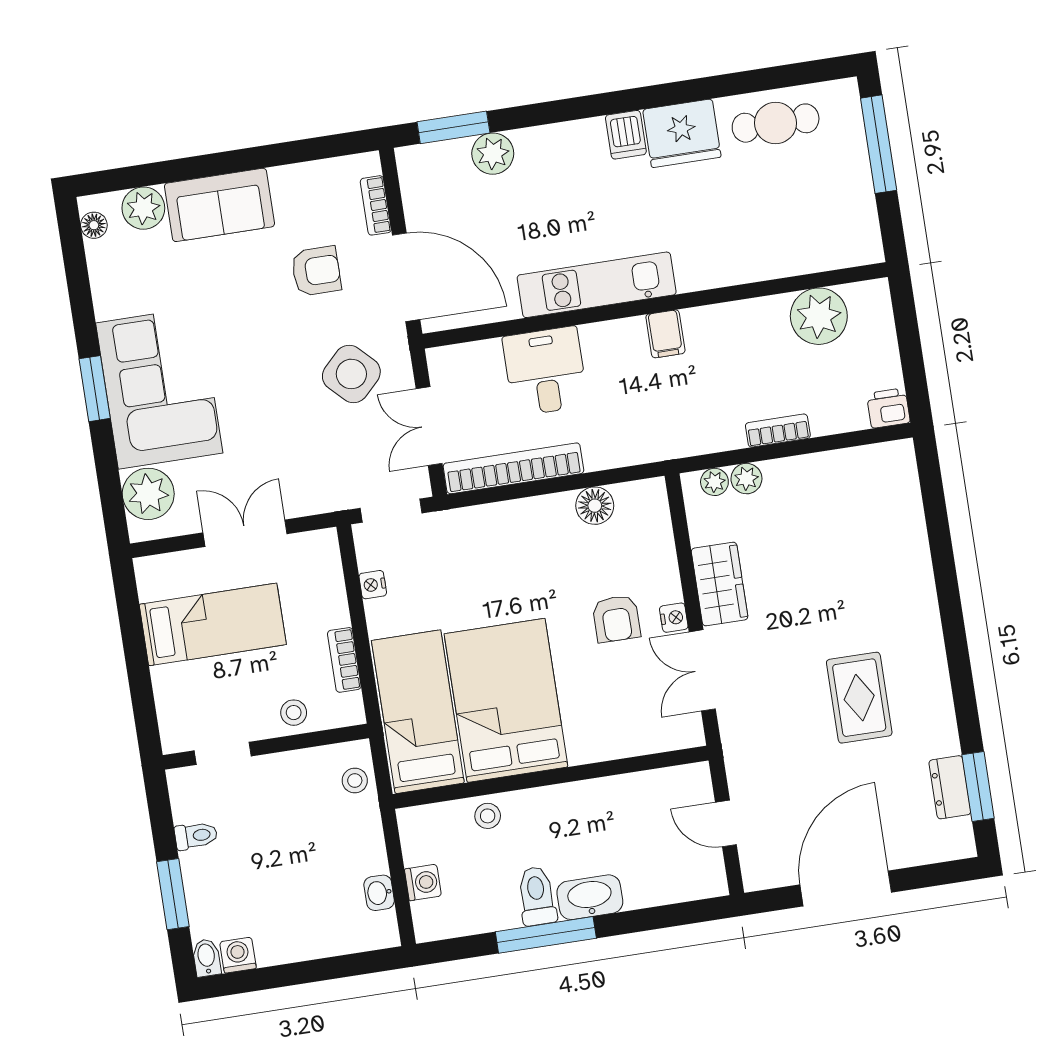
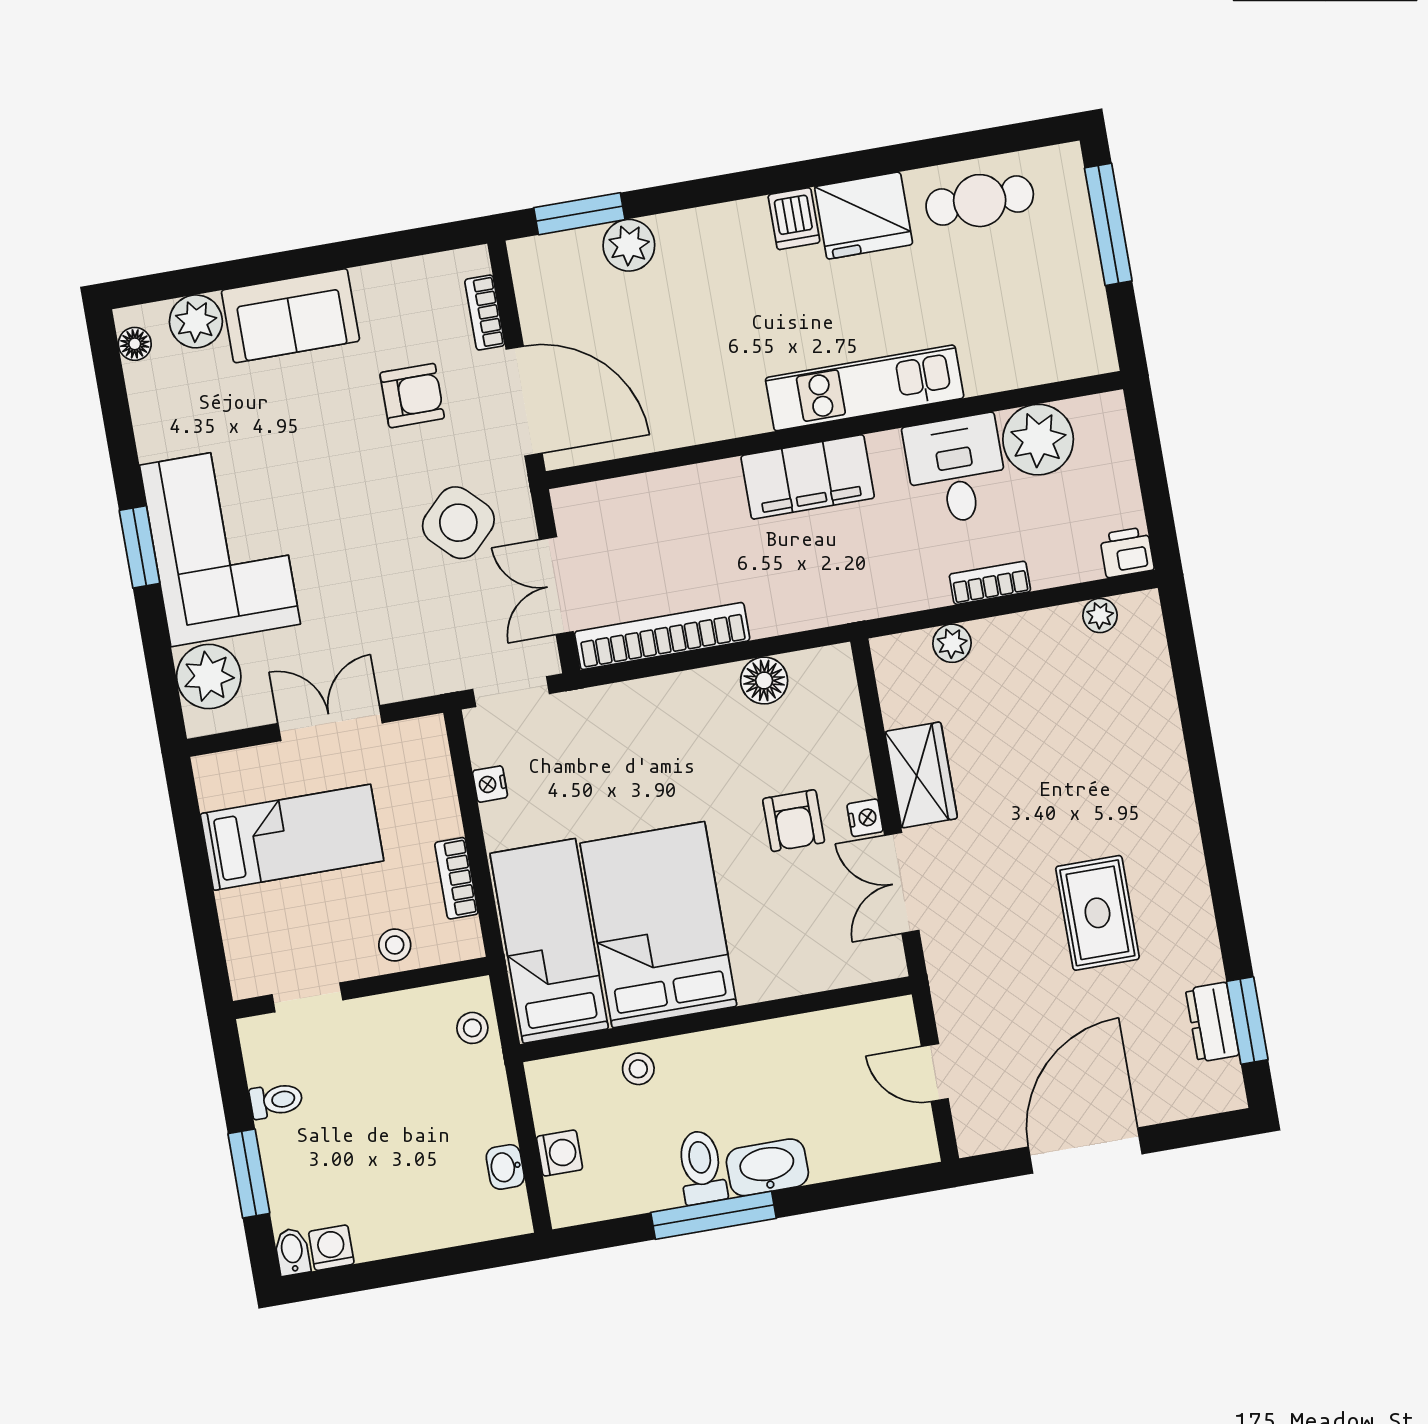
kitchen unit: (597, 285) -> (865, 388), moved
filing cabinet: (665, 334) -> (808, 477), width x3.00, depth x1.17
desk: (545, 371) -> (956, 470), moved
plant: (714, 482) -> (1100, 615), moved

